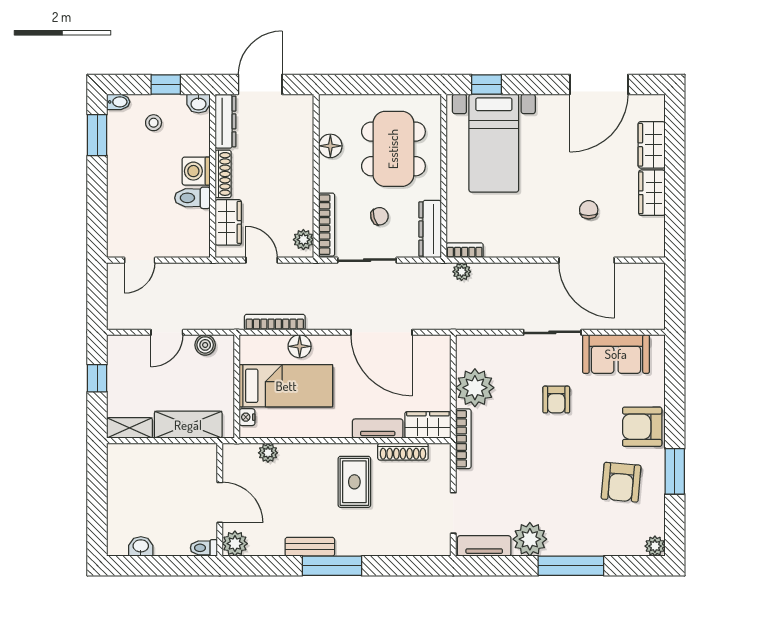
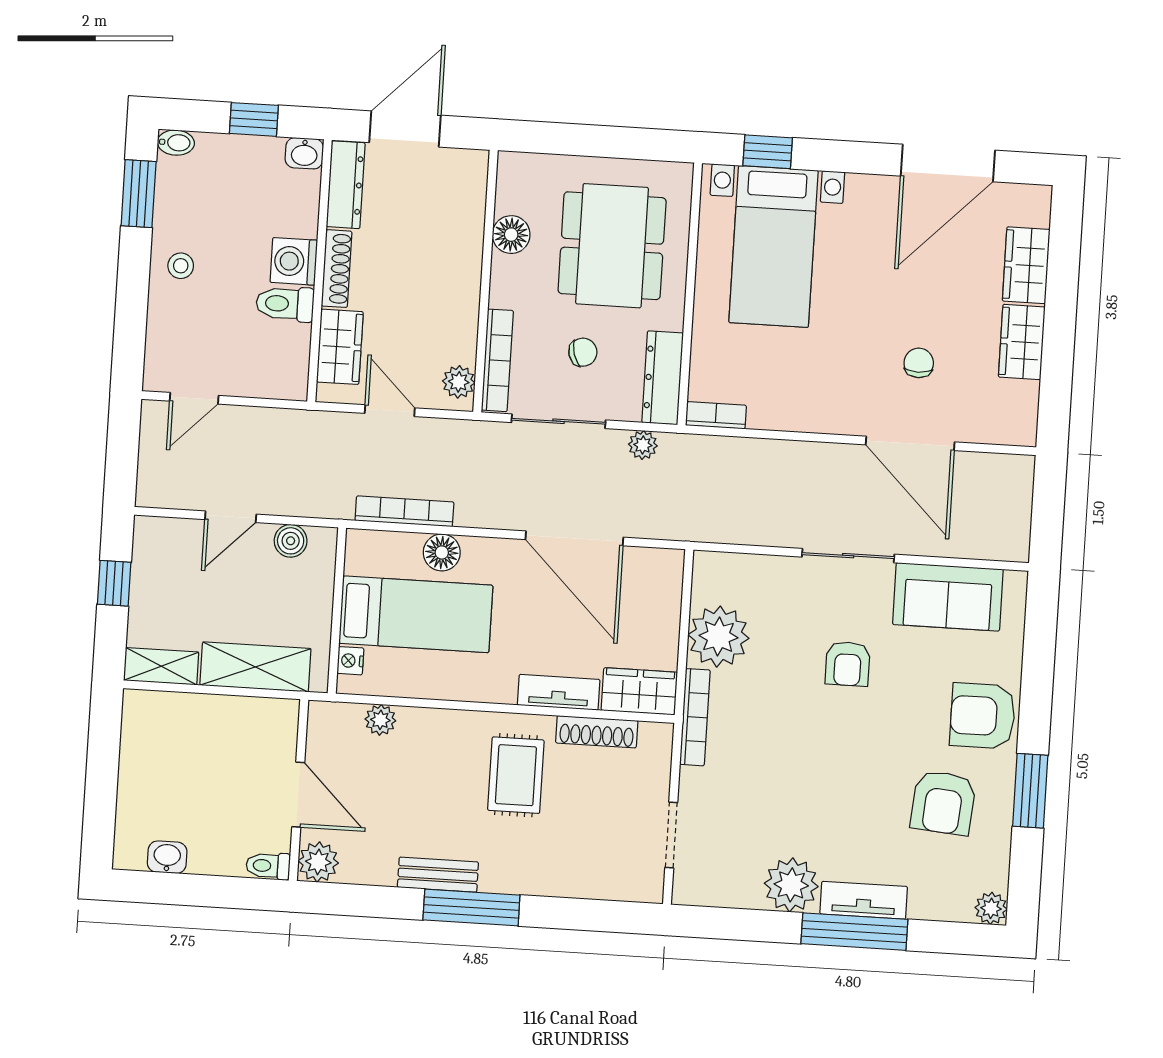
stool: (154, 123) -> (181, 266), moved
plant: (462, 272) -> (643, 445), moved
tv unit: (484, 546) -> (864, 900), moved

